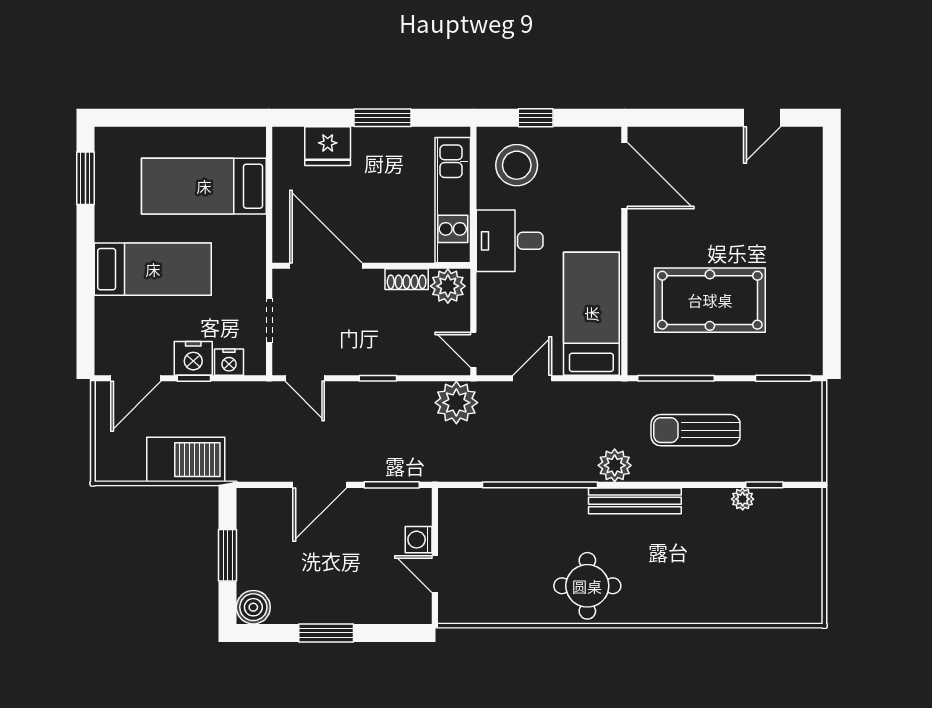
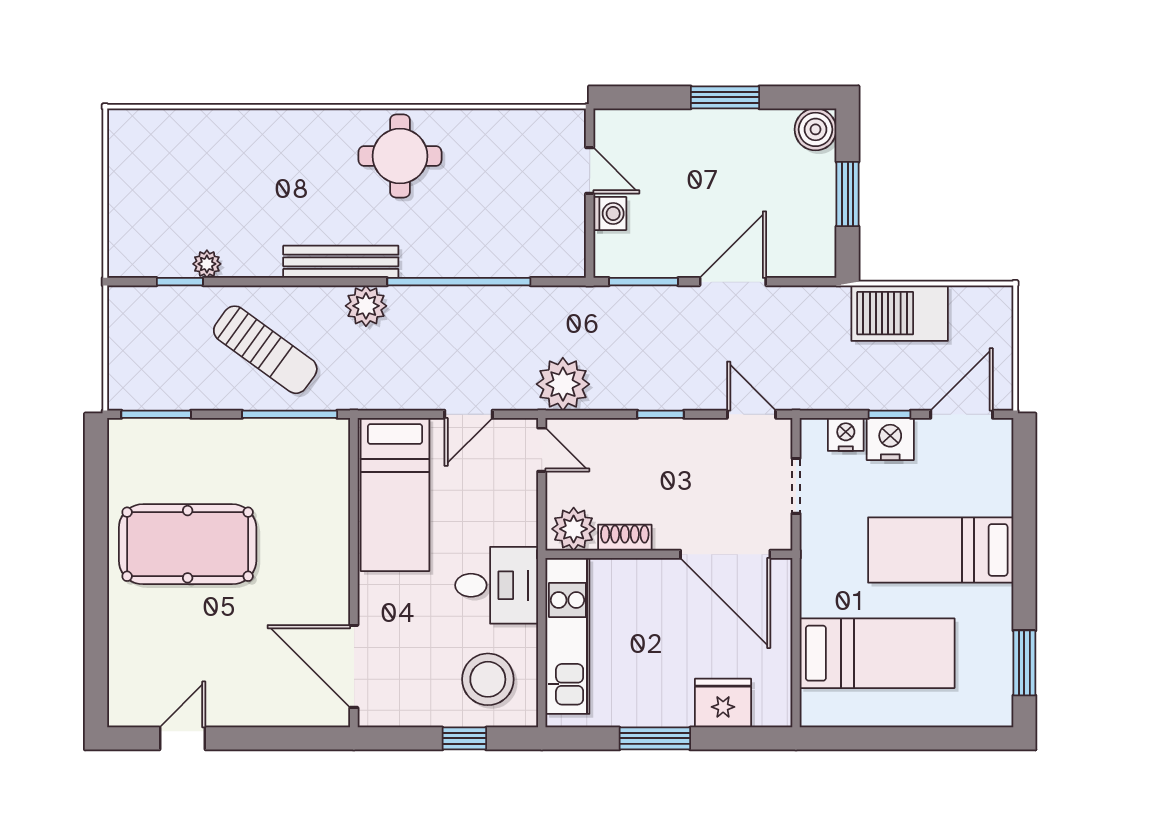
pool table: (710, 300) -> (188, 544), moved
sun lounger: (696, 430) -> (265, 350), turned 36

